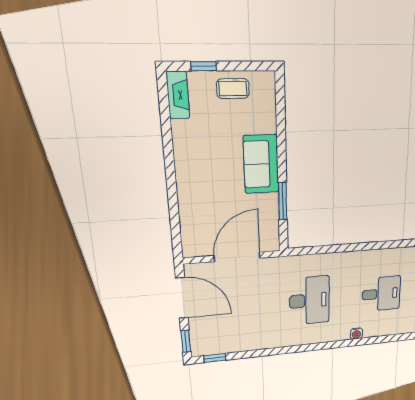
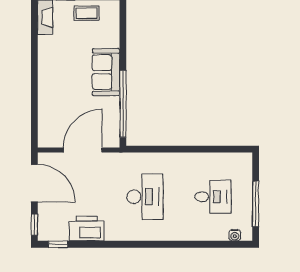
window: (283, 201) -> (123, 104), width x2.11
water cooler: (356, 334) -> (235, 235), moved
printer: (246, 339) -> (87, 229), added

